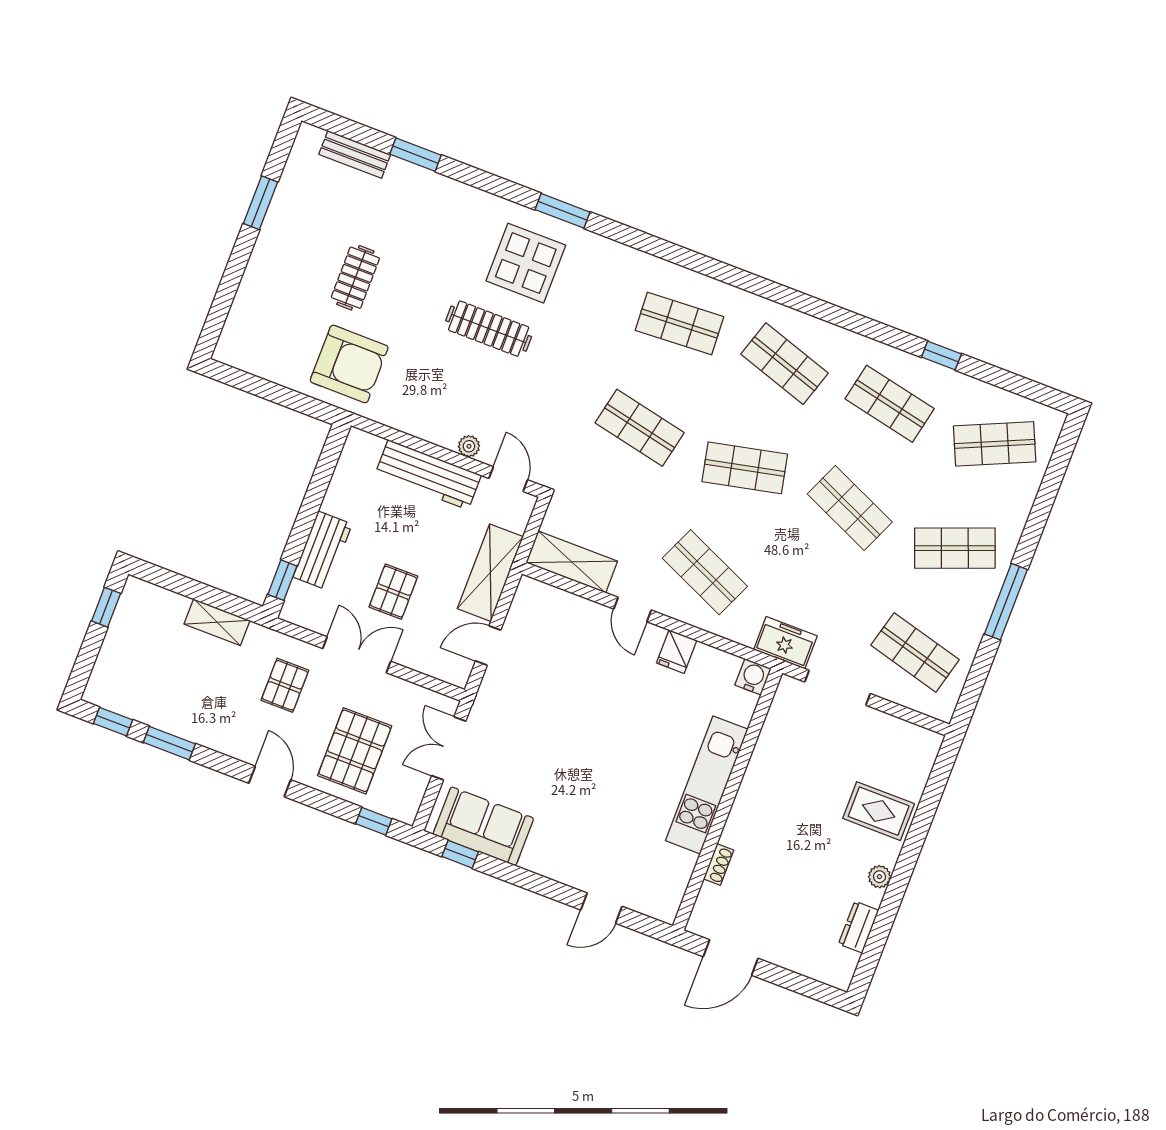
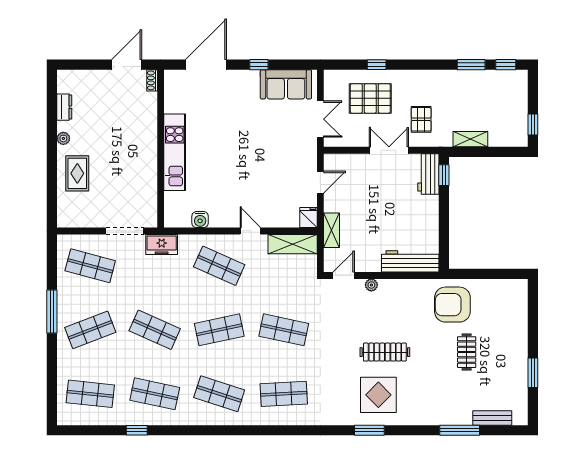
window: (415, 155) -> (460, 430), width x1.44
shop shelf: (995, 444) -> (90, 394), turned 30
workbench: (428, 475) -> (410, 261), moved
door: (508, 479) -> (344, 275), swing flipped
workbench: (323, 550) -> (428, 174), moved
shelving: (490, 573) -> (331, 230), width x0.67, depth x0.75
pallet: (393, 592) -> (382, 192), removed
fridge: (677, 652) -> (309, 217), moved
double door: (357, 655) -> (389, 150), swing flipped
water cooler: (753, 677) -> (200, 220), moved
pallet: (355, 751) -> (370, 98), turned 90
door: (270, 782) -> (409, 65), removed
rug: (879, 811) -> (77, 173), turned 90
window: (374, 821) -> (377, 65), moved
window: (460, 854) -> (259, 65), moved
shoe rack: (719, 864) -> (152, 80), moved
door: (601, 908) -> (206, 65), width x1.88

